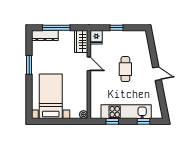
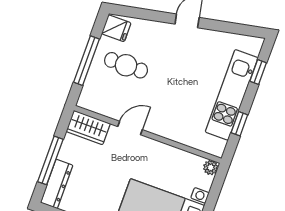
window: (116, 28) -> (87, 61), width x2.17
fridge: (96, 37) -> (116, 28), moved
cafe table: (125, 69) -> (126, 65), moved

